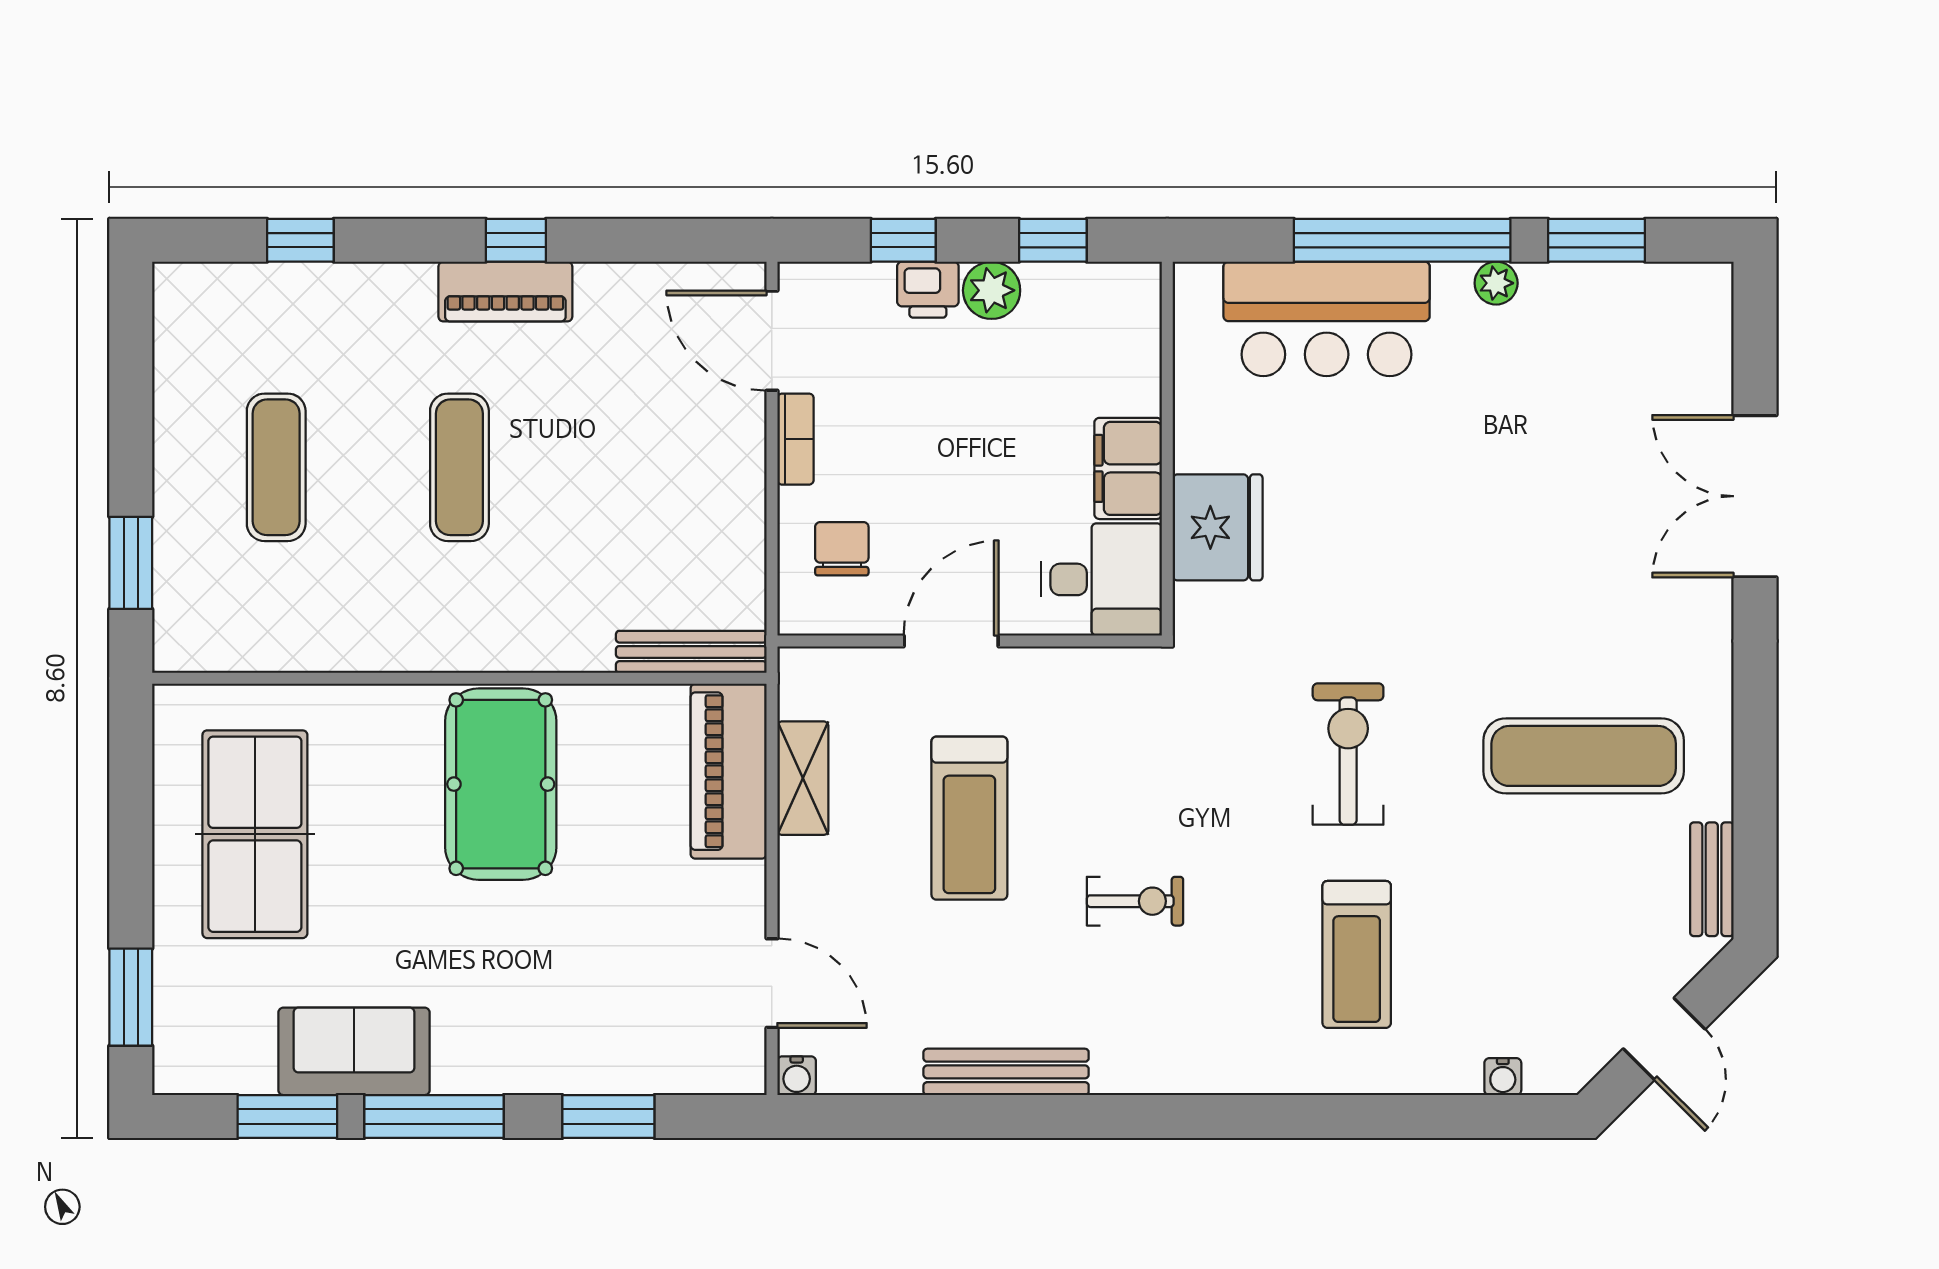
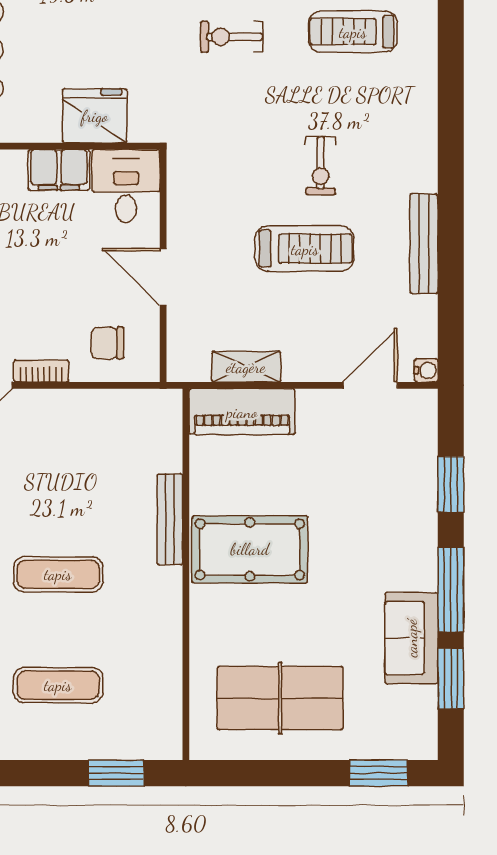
bench: (691, 652) -> (170, 519), moved
exercise bike: (1348, 754) -> (232, 37), width x0.73, depth x0.72
treadmill: (969, 818) -> (305, 249), moved
exercise bike: (1135, 901) -> (321, 166), turned 180
treadmill: (1357, 954) -> (353, 32), turned 180

